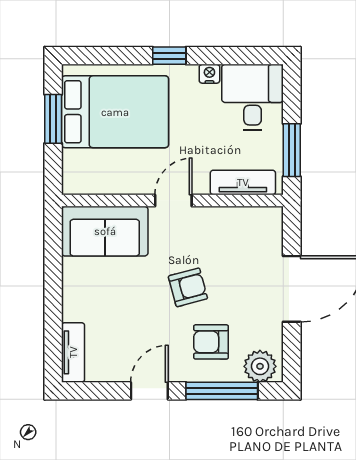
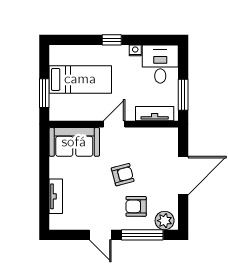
bed: (115, 112) -> (80, 79), width x0.67
window: (53, 119) -> (44, 93), moved
tv unit: (73, 352) -> (56, 196), moved
door: (149, 391) -> (100, 235), swing flipped

